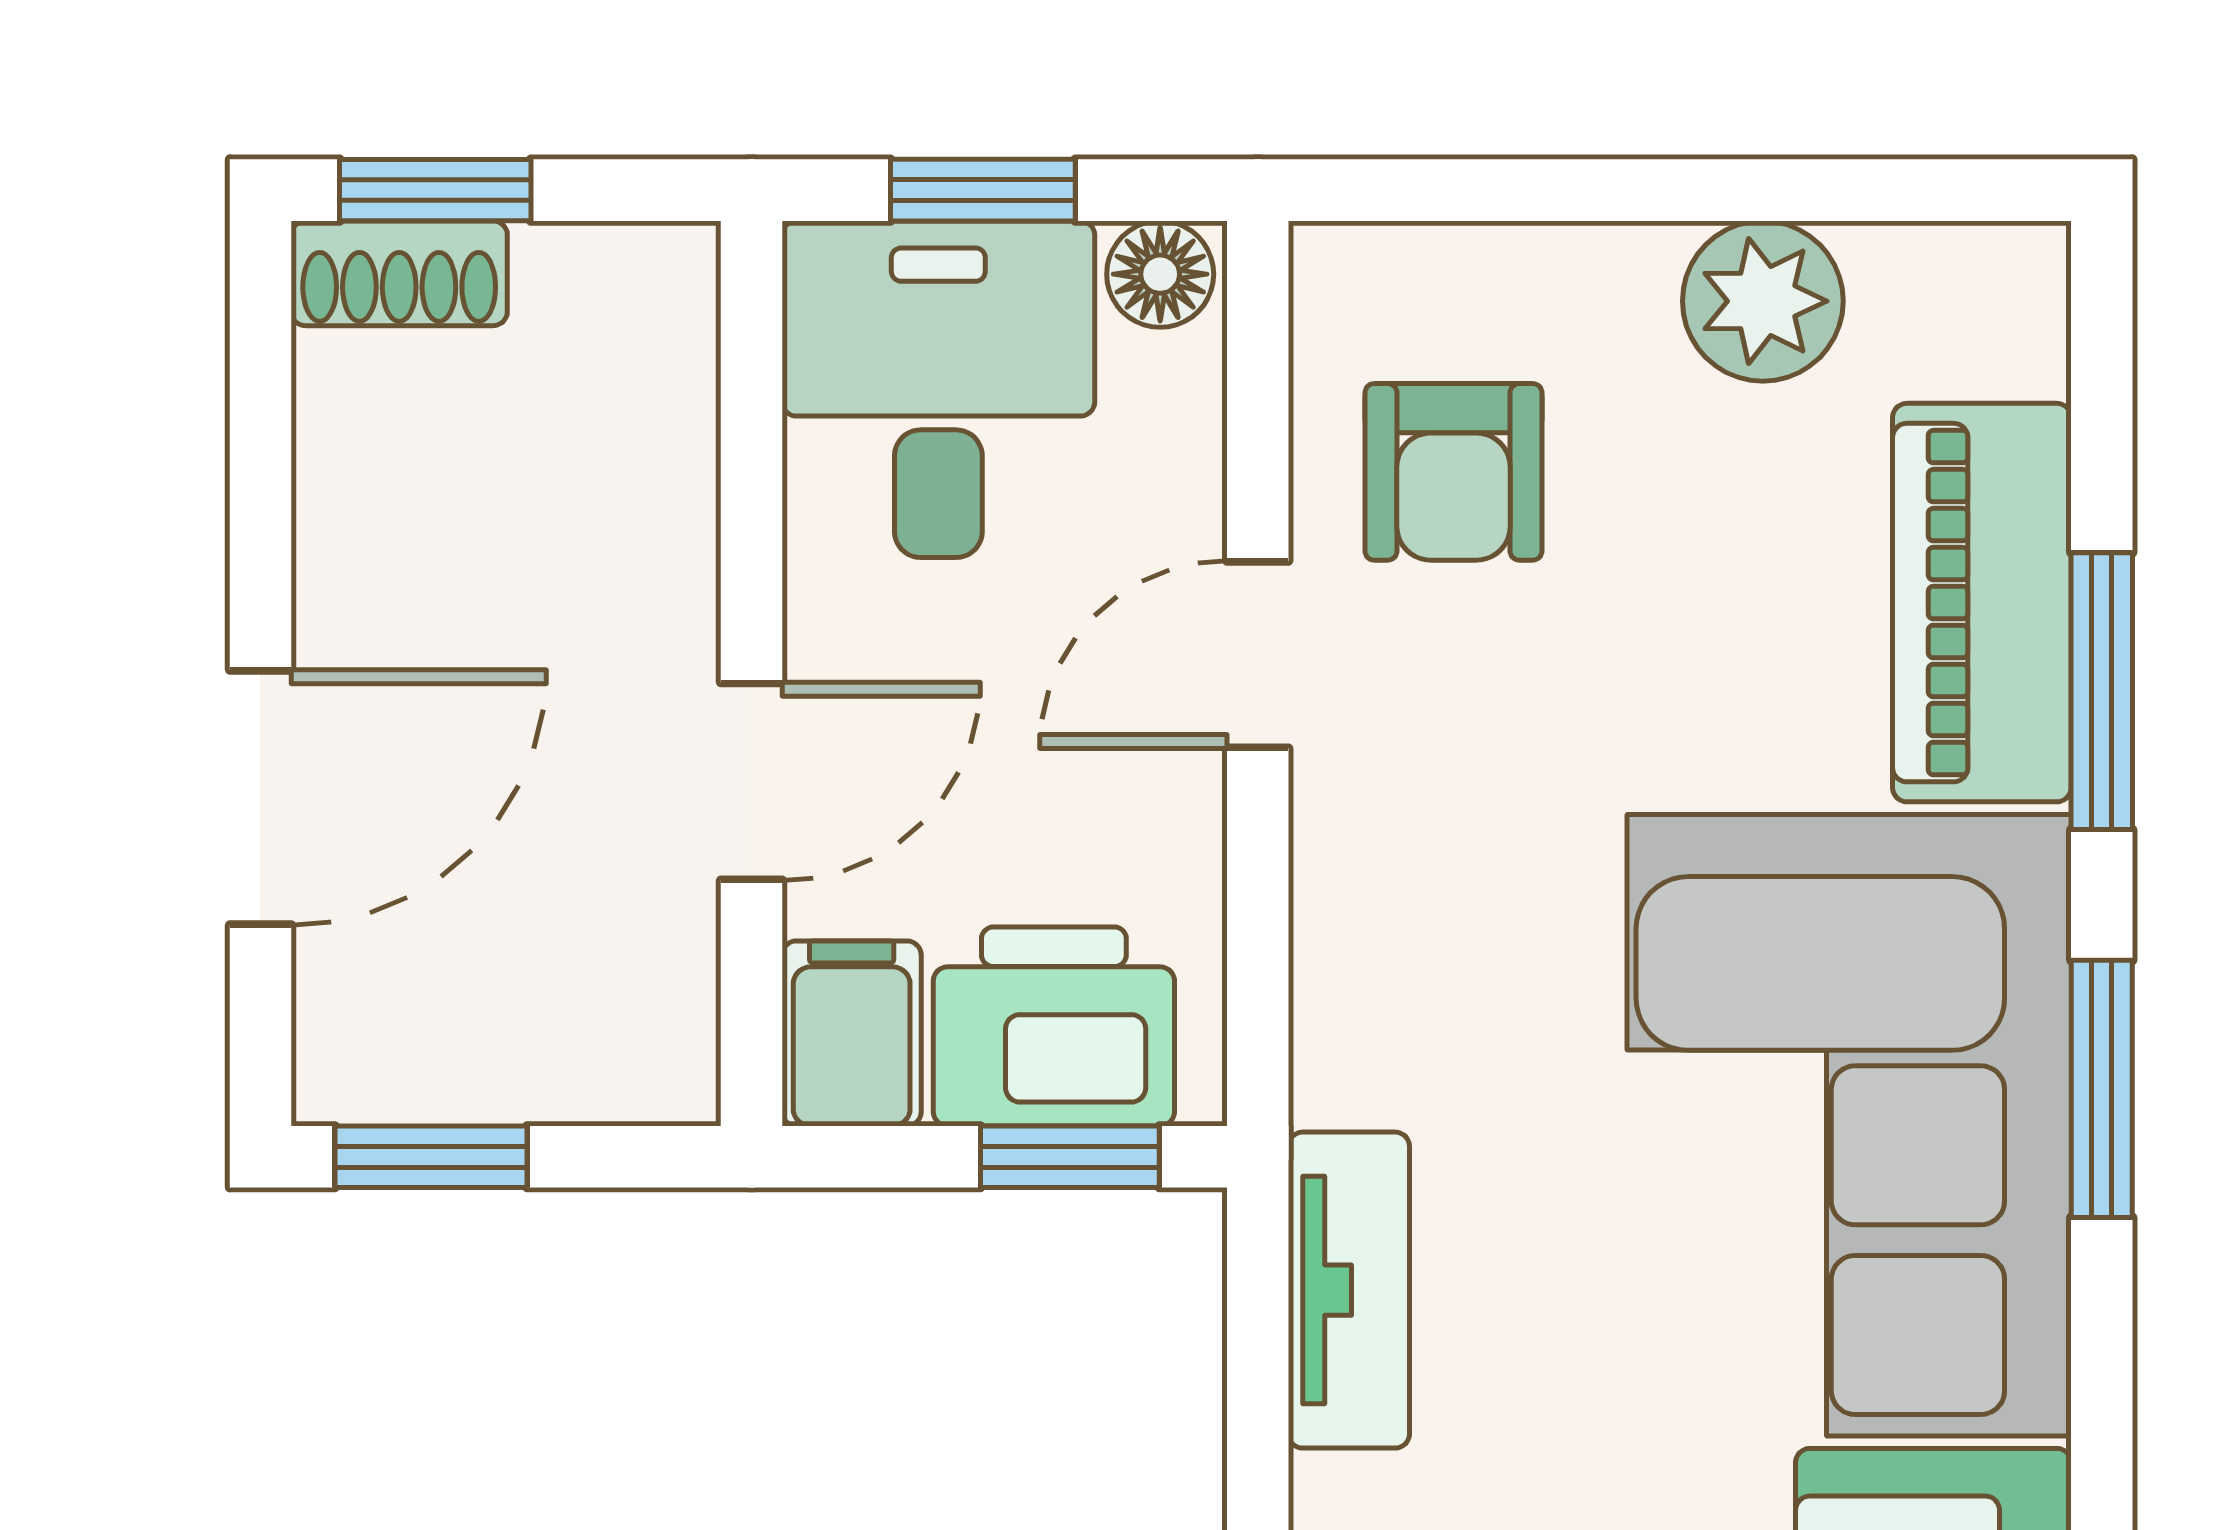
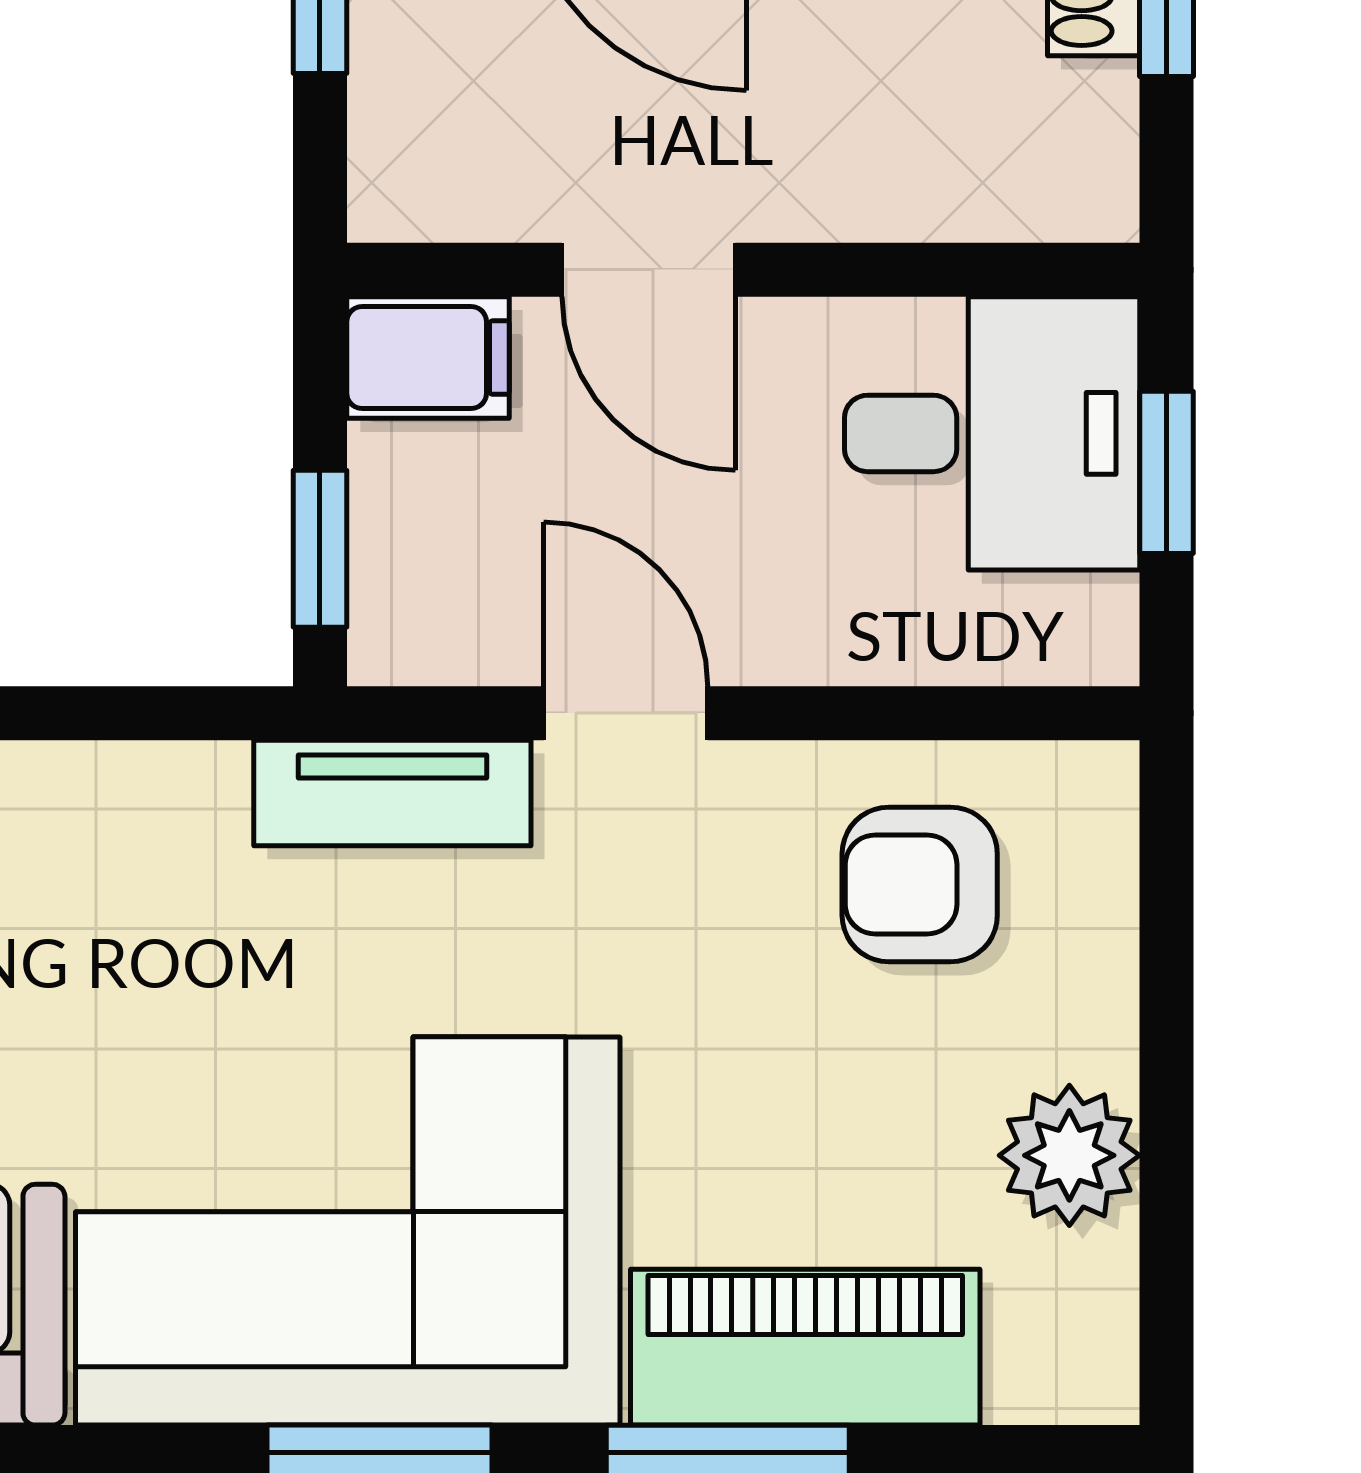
floor lamp: (1160, 274) -> (1093, 628), removed
door: (1258, 655) -> (626, 713), moved
printer: (1054, 1026) -> (434, 535), removed
tv unit: (1349, 1290) -> (392, 793), moved

